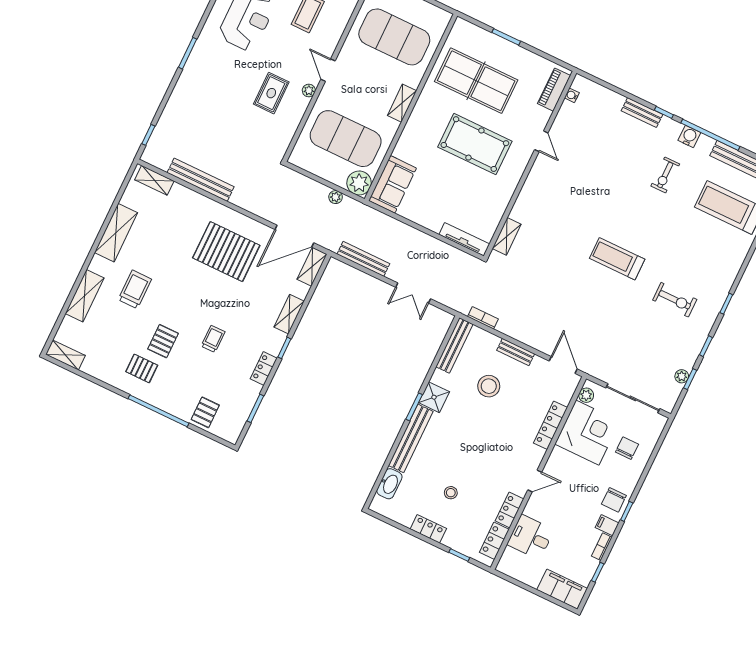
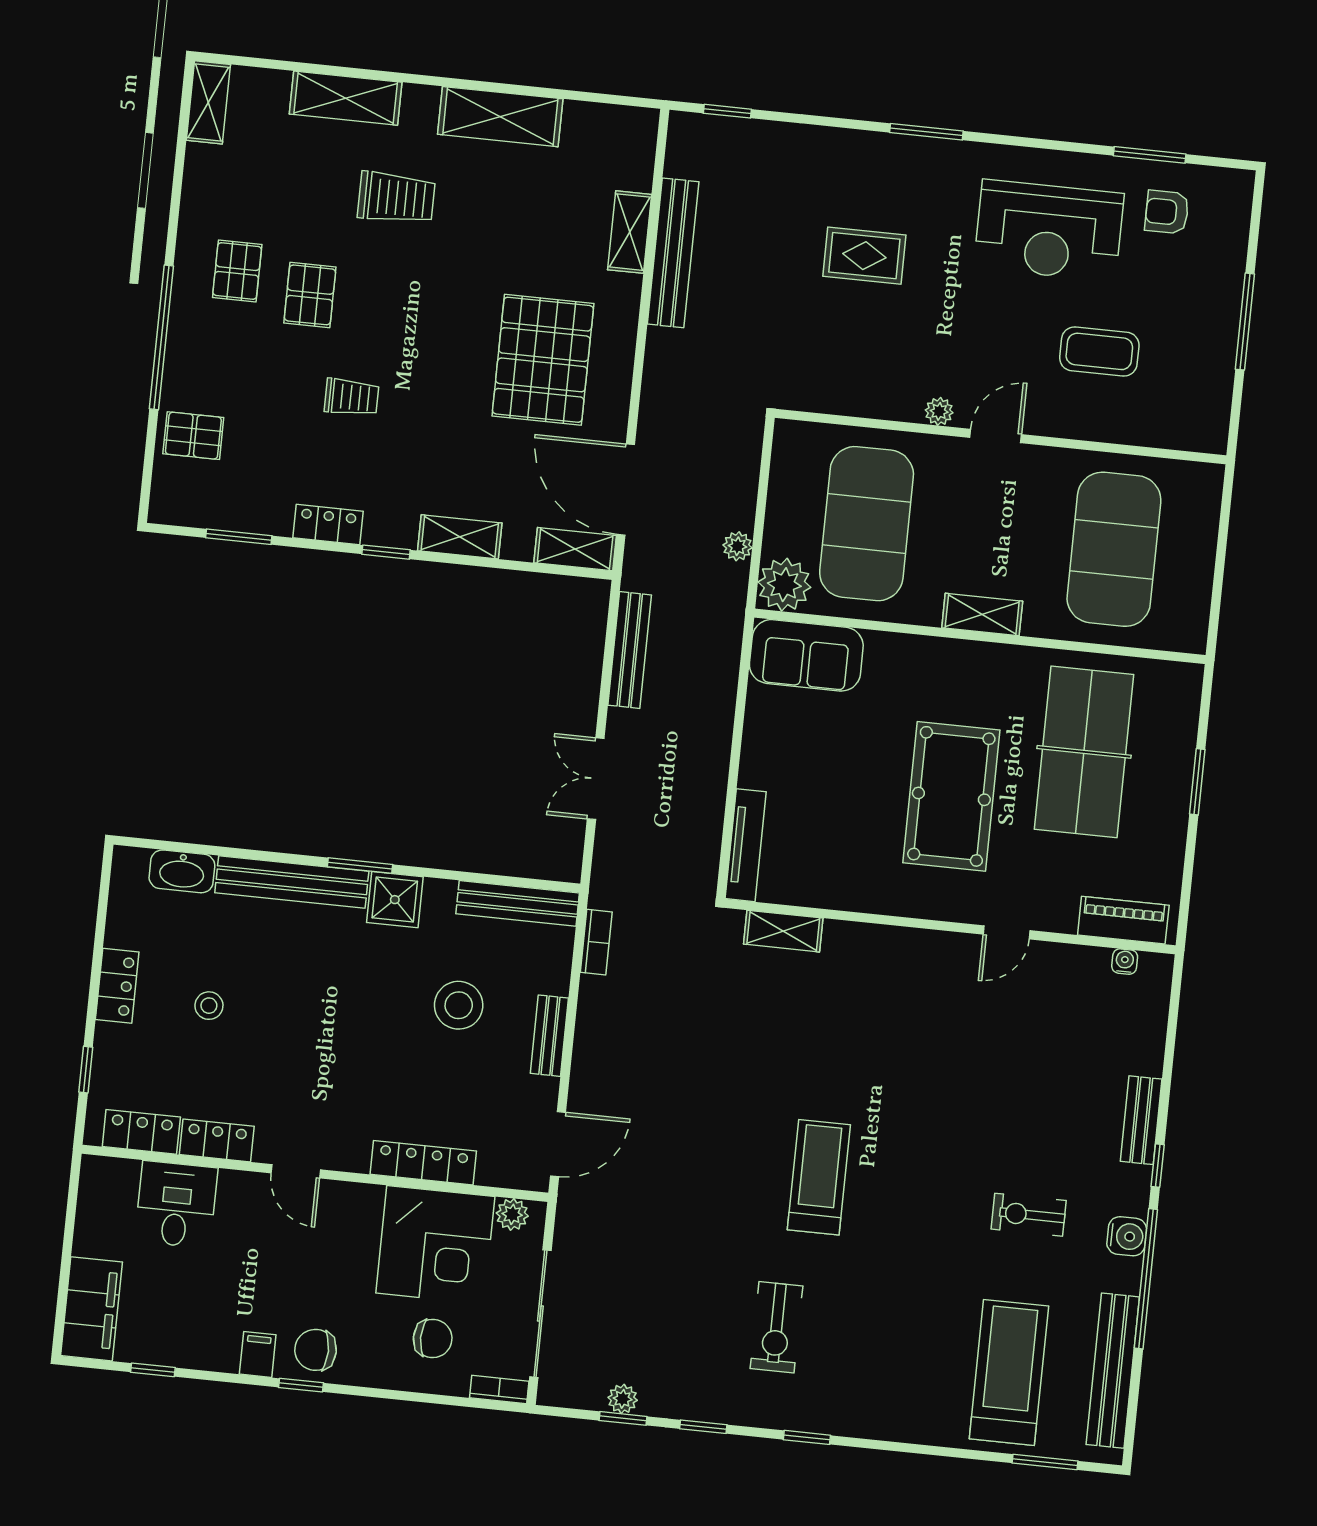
rug: (271, 93) -> (864, 256), moved
shelving: (154, 180) -> (630, 232), moved
pallet: (163, 341) -> (310, 295), turned 90
bookcase: (602, 547) -> (499, 1390), moved

